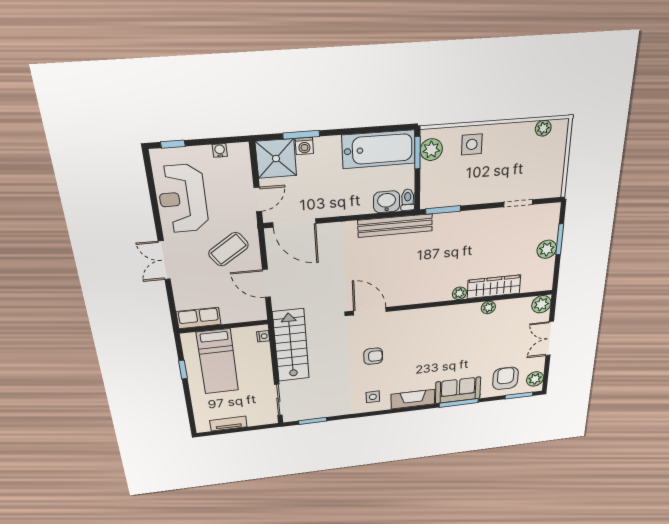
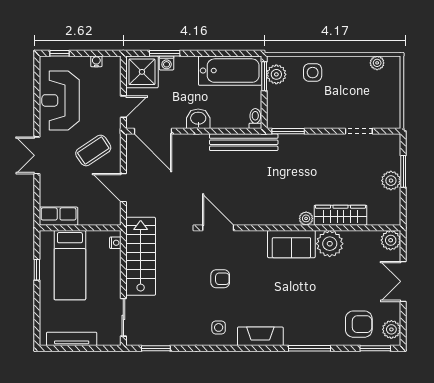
washbasin: (387, 202) -> (198, 119), moved
plant: (488, 307) -> (330, 244), width x1.88, depth x1.88
armchair: (505, 378) -> (359, 324), turned 90
sofa: (458, 390) -> (291, 244), moved, turned 180
tv unit: (228, 424) -> (72, 339), width x1.41

